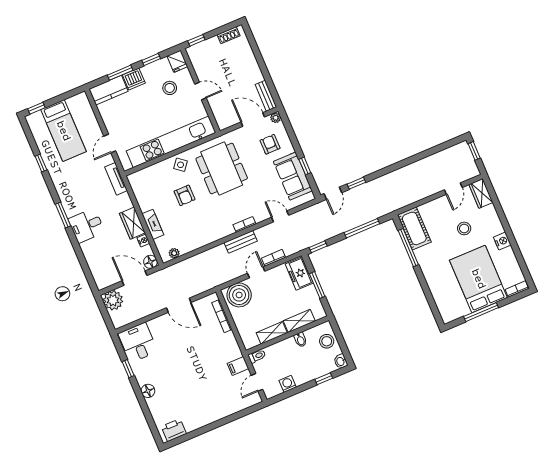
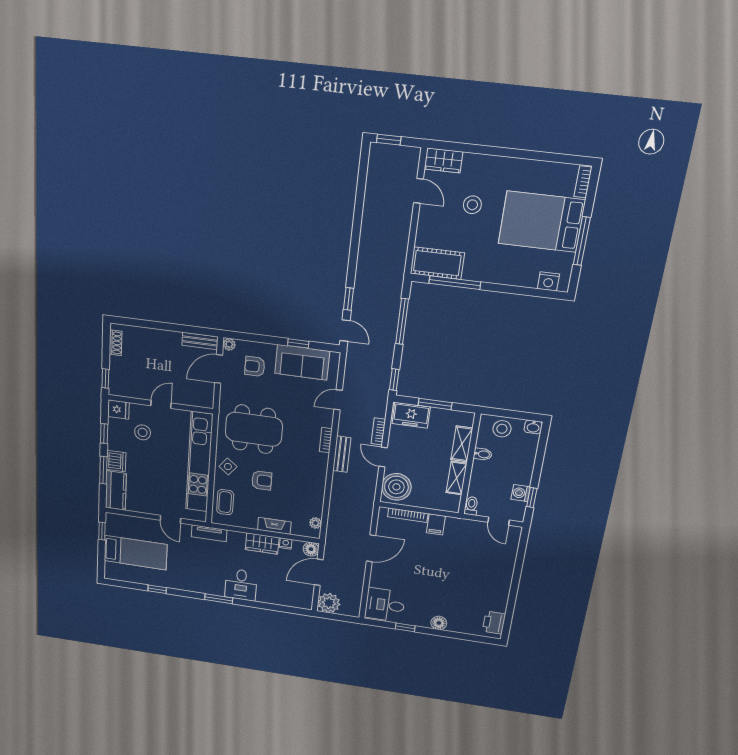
window: (36, 108) -> (102, 531), moved
coffee table: (150, 178) -> (225, 502), added
nightstand: (502, 241) -> (548, 281), moved, turned 180
filing cabinet: (238, 366) -> (436, 524), moved
window: (324, 379) -> (532, 498), moved

